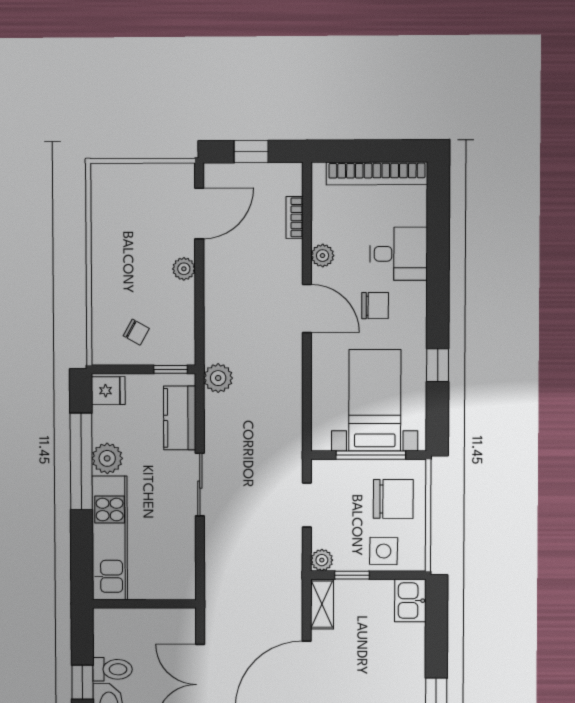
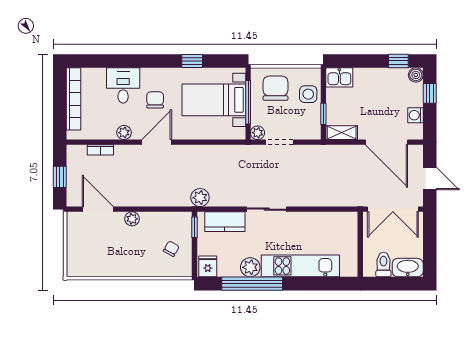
plant: (322, 560) -> (258, 133), moved
wall: (144, 604) -> (360, 244), moved
window: (82, 682) -> (392, 284), removed

